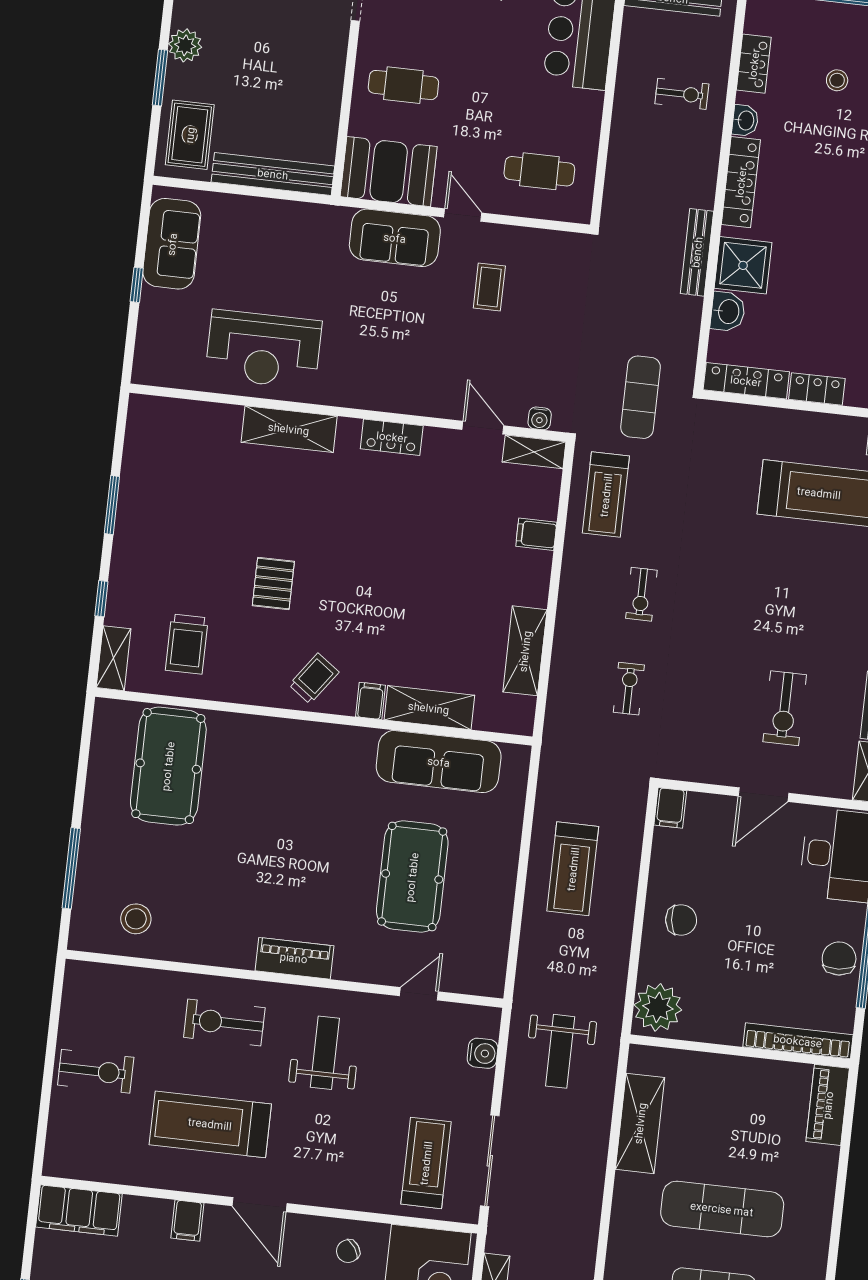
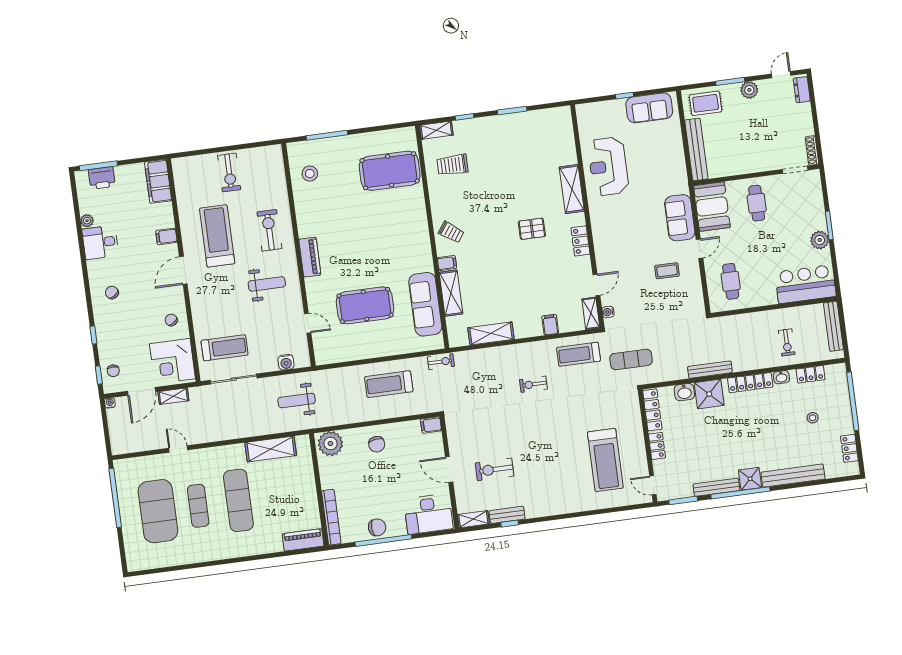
pallet: (273, 583) -> (532, 229), moved
exercise bike: (629, 689) -> (441, 362), moved

